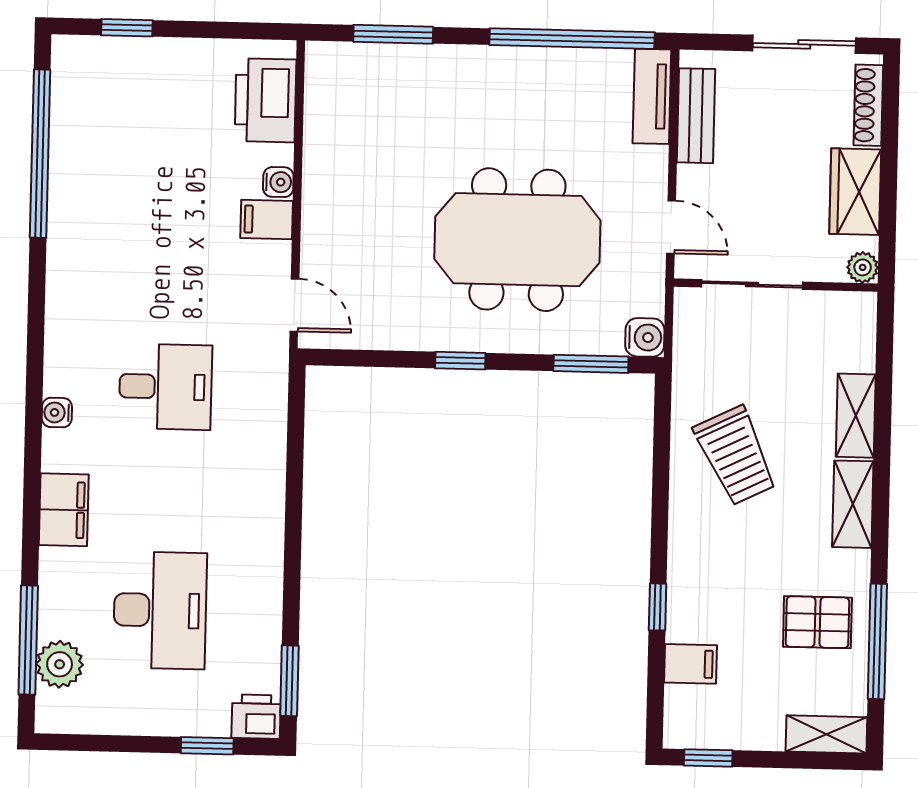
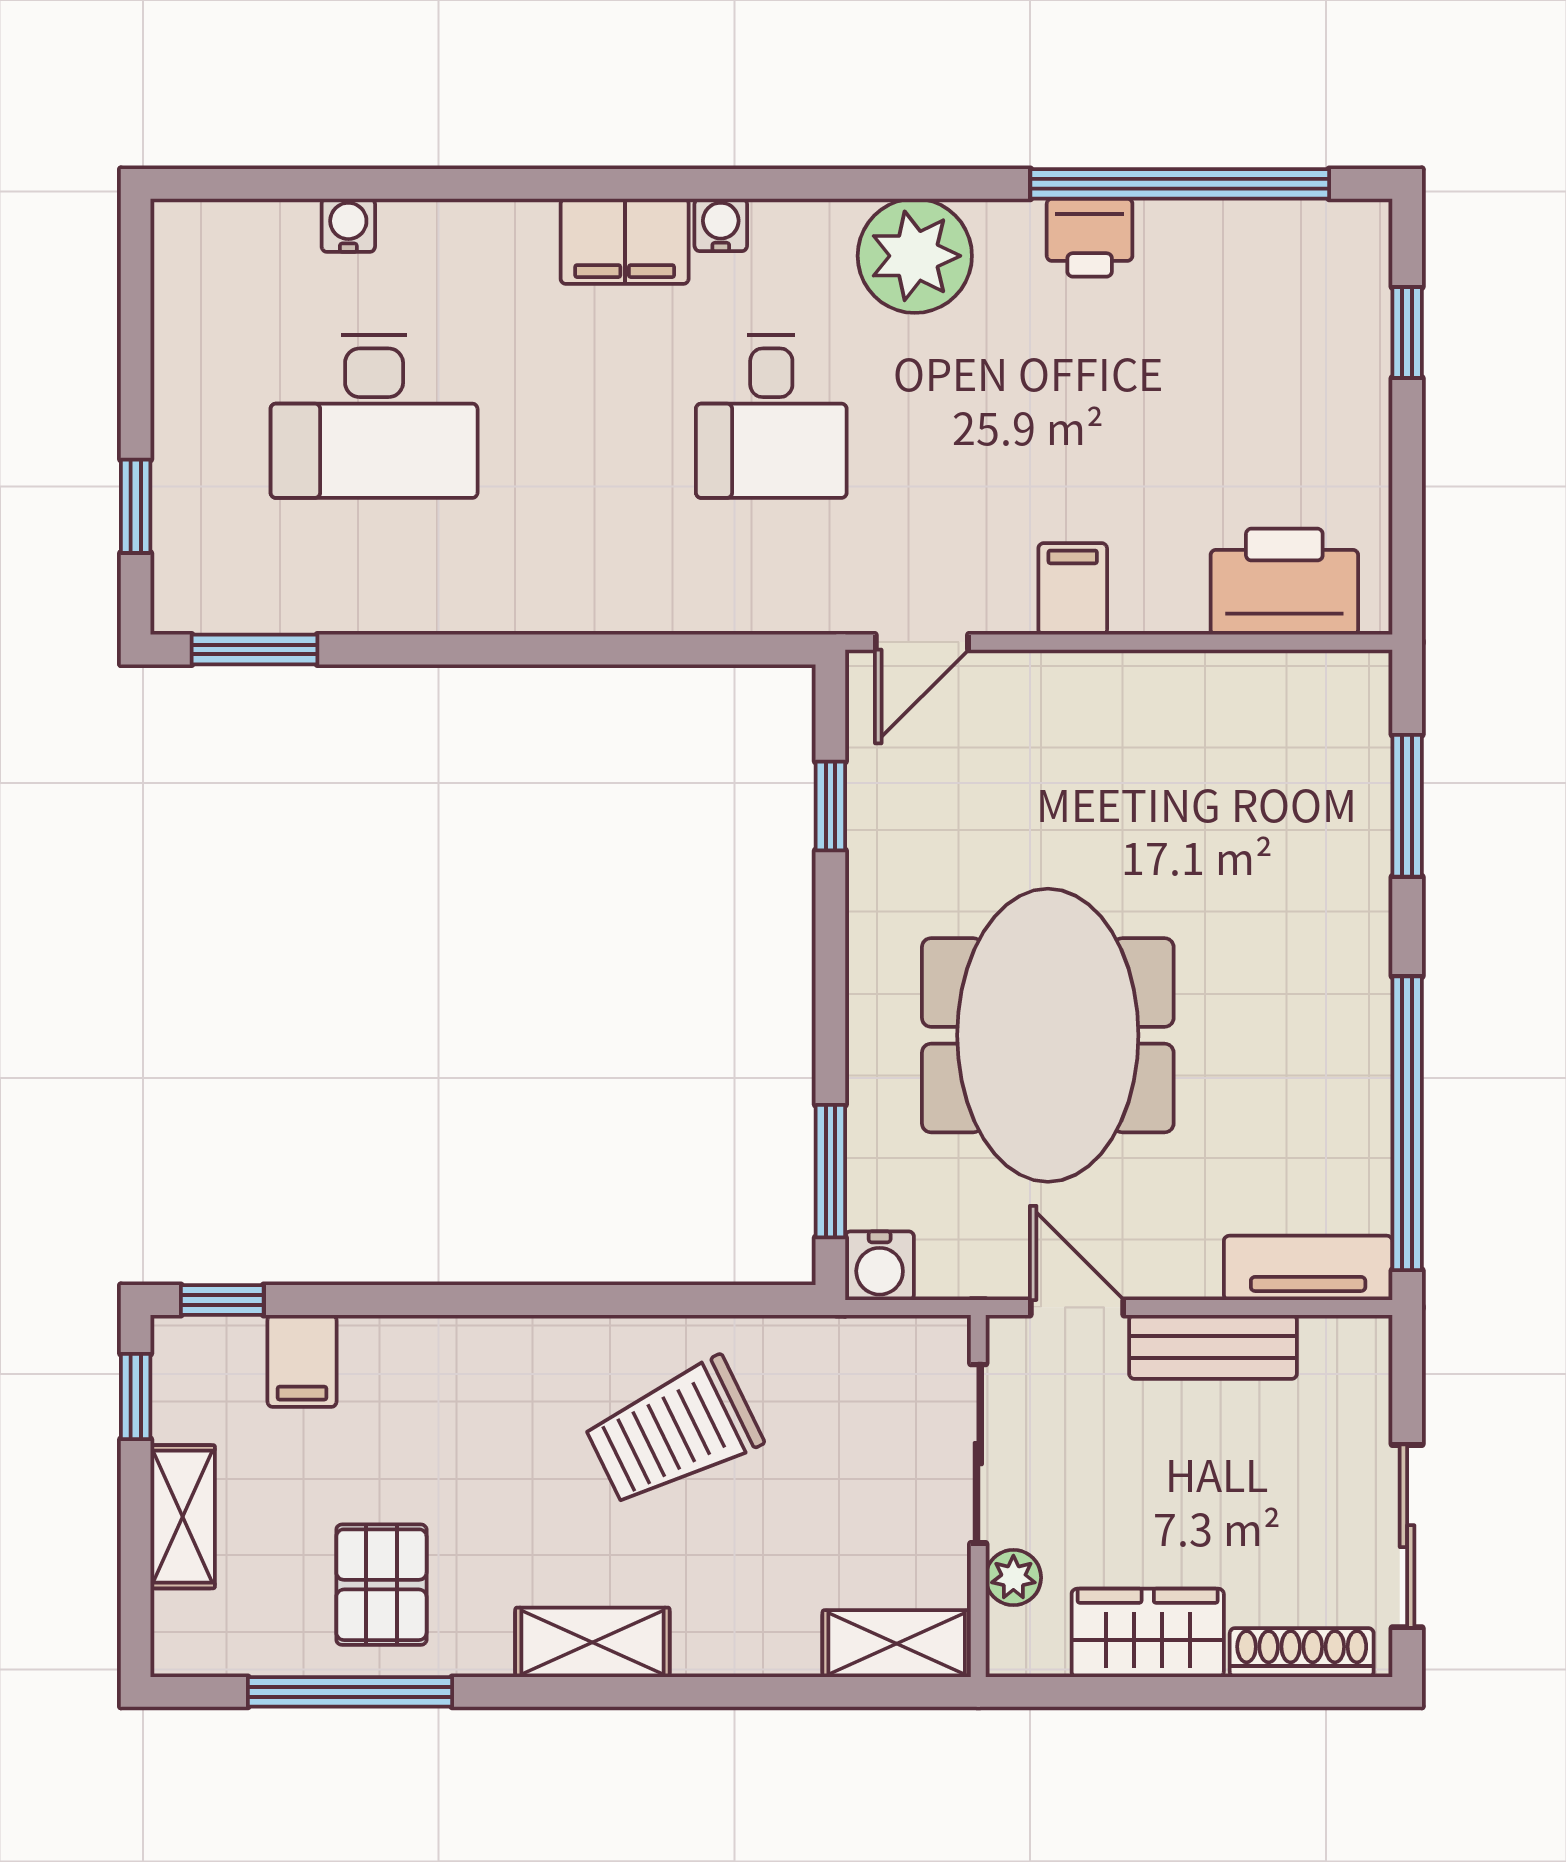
bench: (696, 116) -> (1213, 1347), moved
water cooler: (278, 182) -> (348, 225), moved, turned 180
door: (671, 227) -> (1077, 1307), swing flipped
plant: (863, 267) -> (1013, 1578), moved
window: (460, 361) -> (830, 806), moved
shelving: (856, 416) -> (897, 1644), moved
filing cabinet: (64, 510) -> (625, 241), moved
window: (658, 607) -> (222, 1300), moved
window: (28, 640) -> (316, 184), removed
plant: (60, 664) -> (915, 256), moved, width x1.36, depth x1.36
printer: (256, 717) -> (1090, 238), moved, turned 90
shelving: (826, 734) -> (183, 1517), moved

